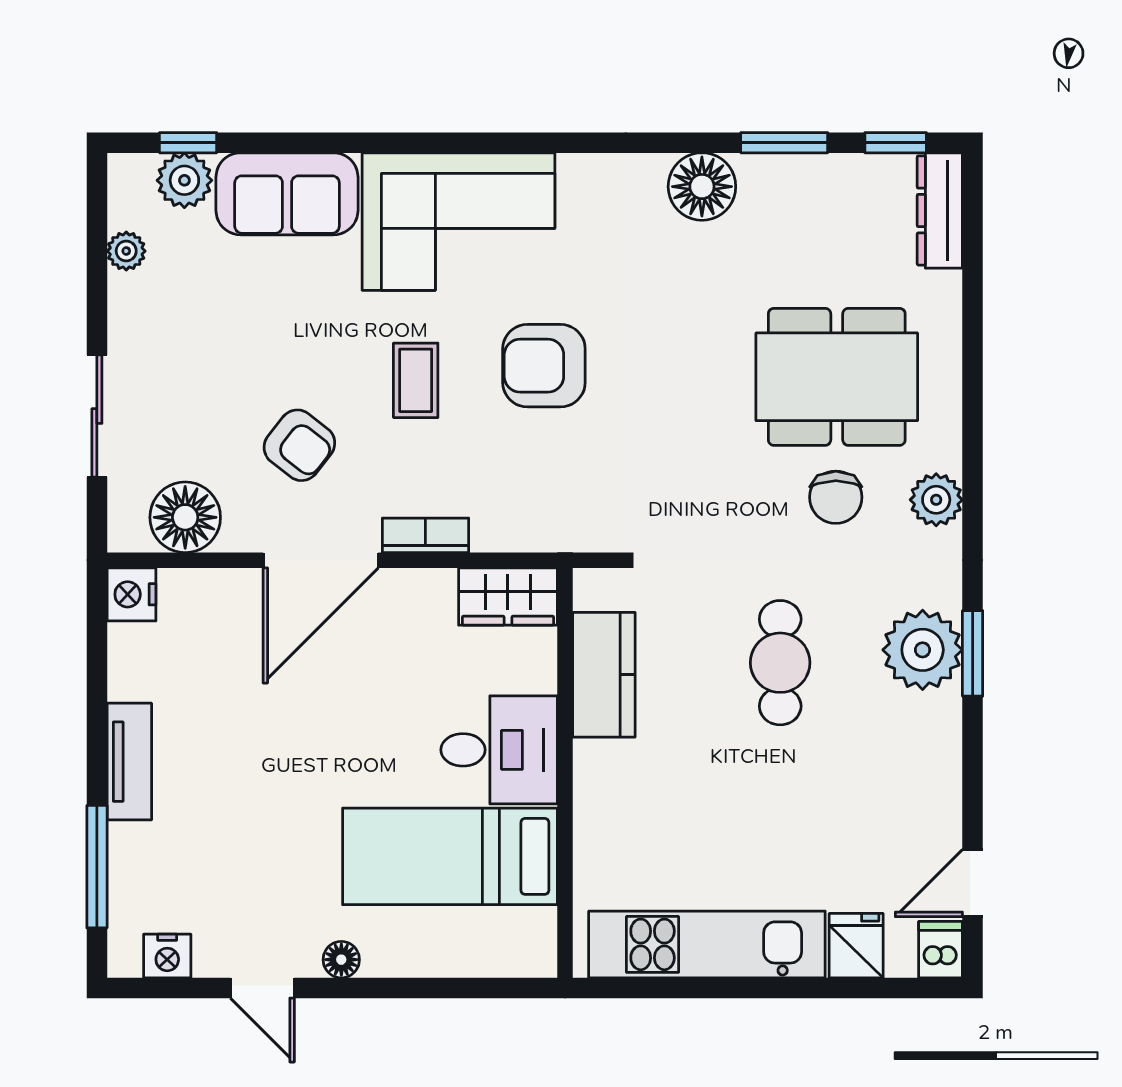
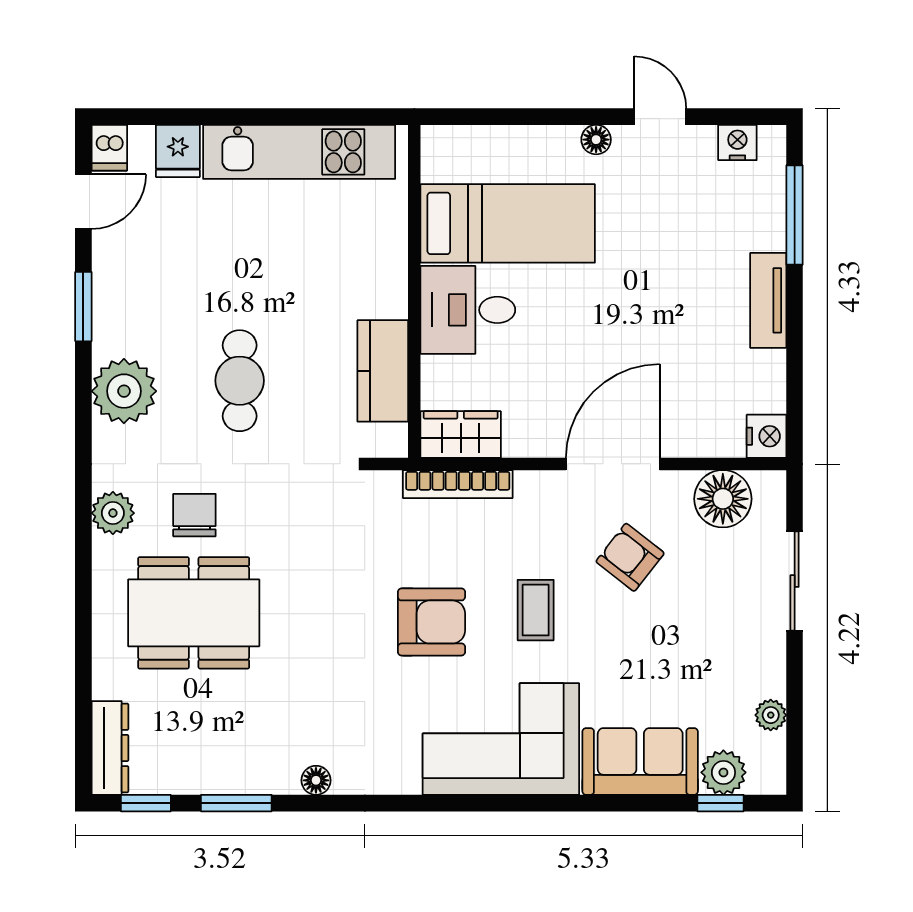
floor lamp: (702, 187) -> (316, 780), width x0.53, depth x0.53
bookcase: (425, 535) -> (458, 484), moved, width x1.56
window: (973, 653) -> (83, 307), moved

